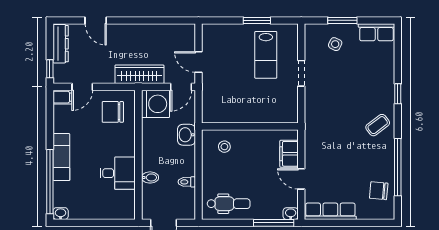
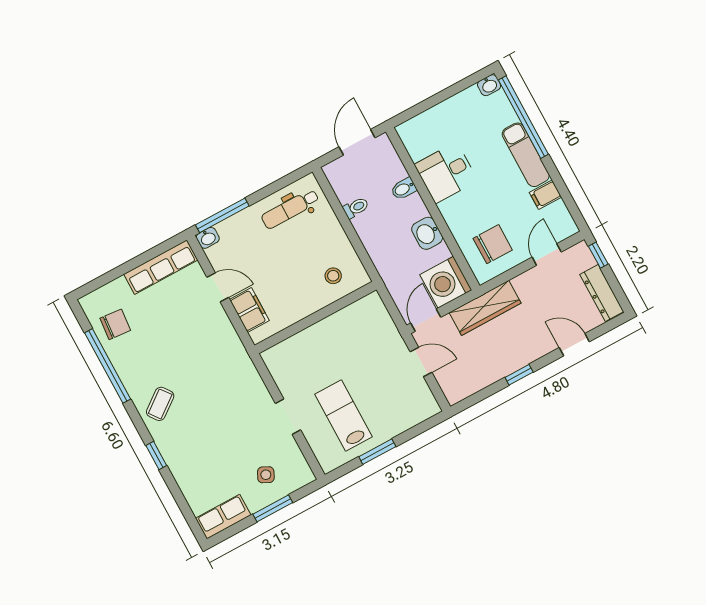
window: (141, 20) -> (519, 375), added
filing cabinet: (62, 97) -> (545, 195), moved
washbasin: (186, 135) -> (427, 233), moved, turned 180

